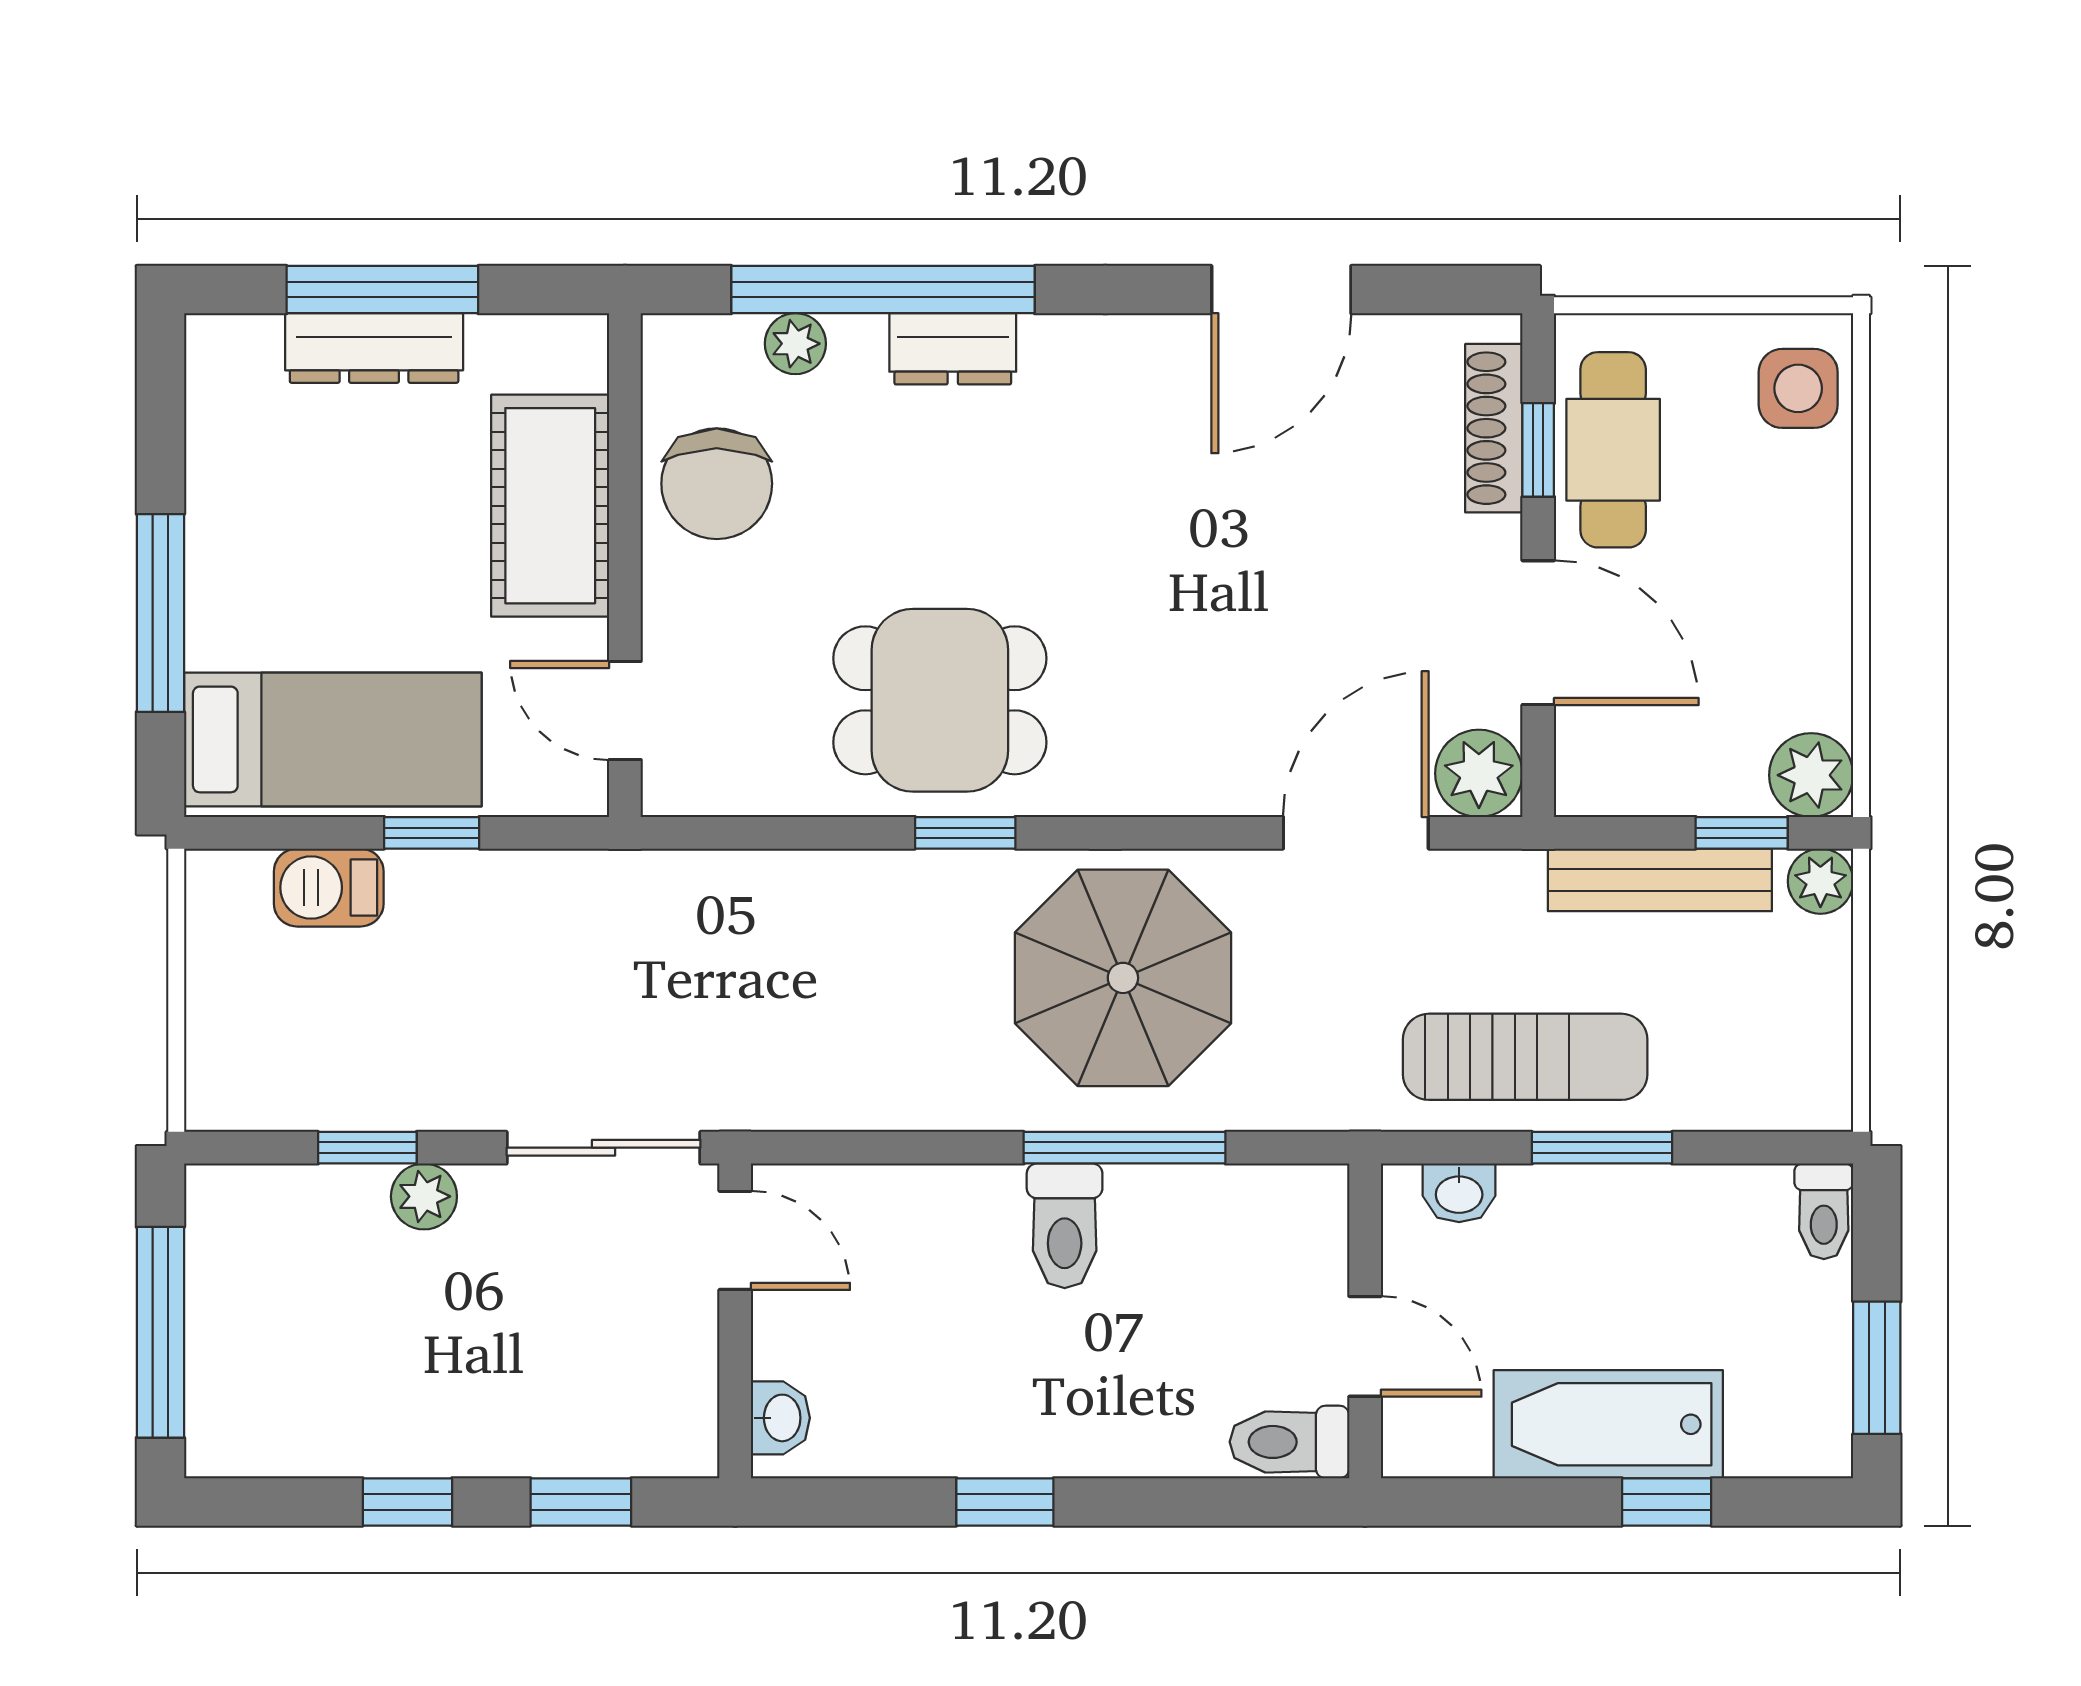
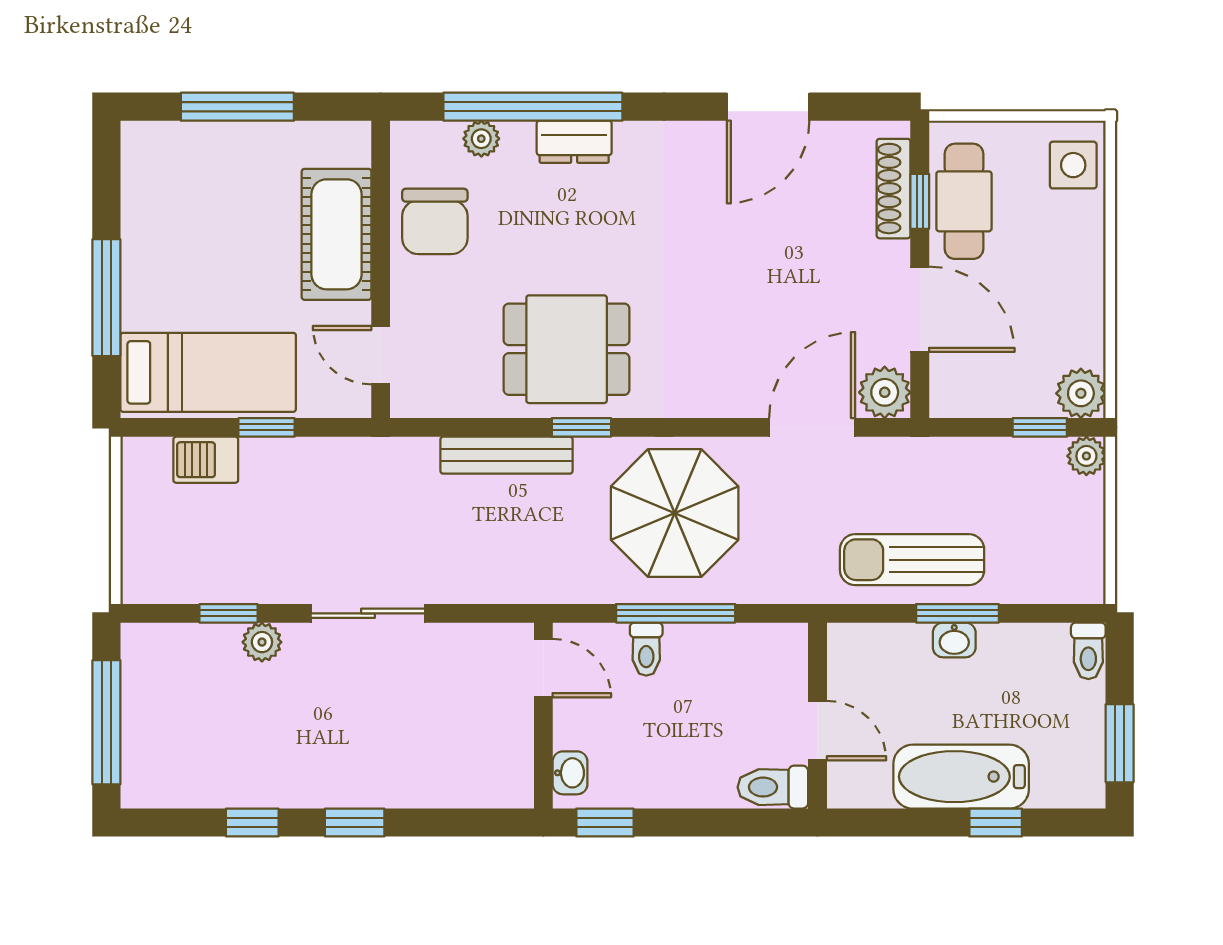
dresser: (374, 348) -> (232, 141), removed
bench: (1660, 880) -> (506, 455), moved
sun lounger: (1525, 1057) -> (912, 560), turned 180
washbasin: (1459, 1193) -> (954, 640), moved
toilet: (1065, 1226) -> (646, 649), width x0.73, depth x0.72
door: (735, 1240) -> (543, 668), moved
wall: (735, 1321) -> (543, 716), moved
washbasin: (780, 1418) -> (570, 773), moved

